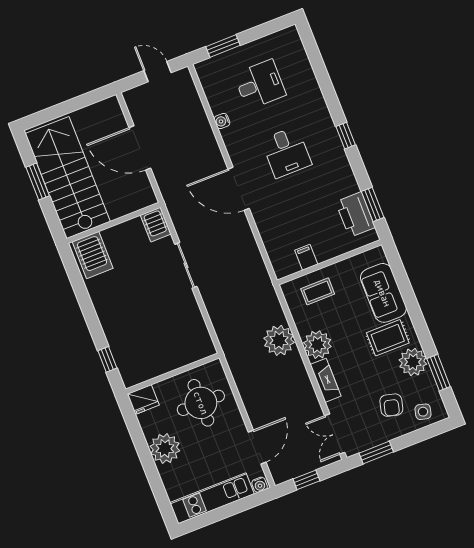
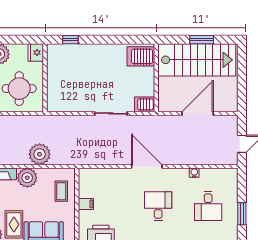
window: (223, 46) -> (242, 214), moved
desk: (286, 152) -> (158, 206), turned 90
door: (239, 189) -> (147, 166), hinge flipped
filing cabinet: (306, 257) -> (86, 204), moved

